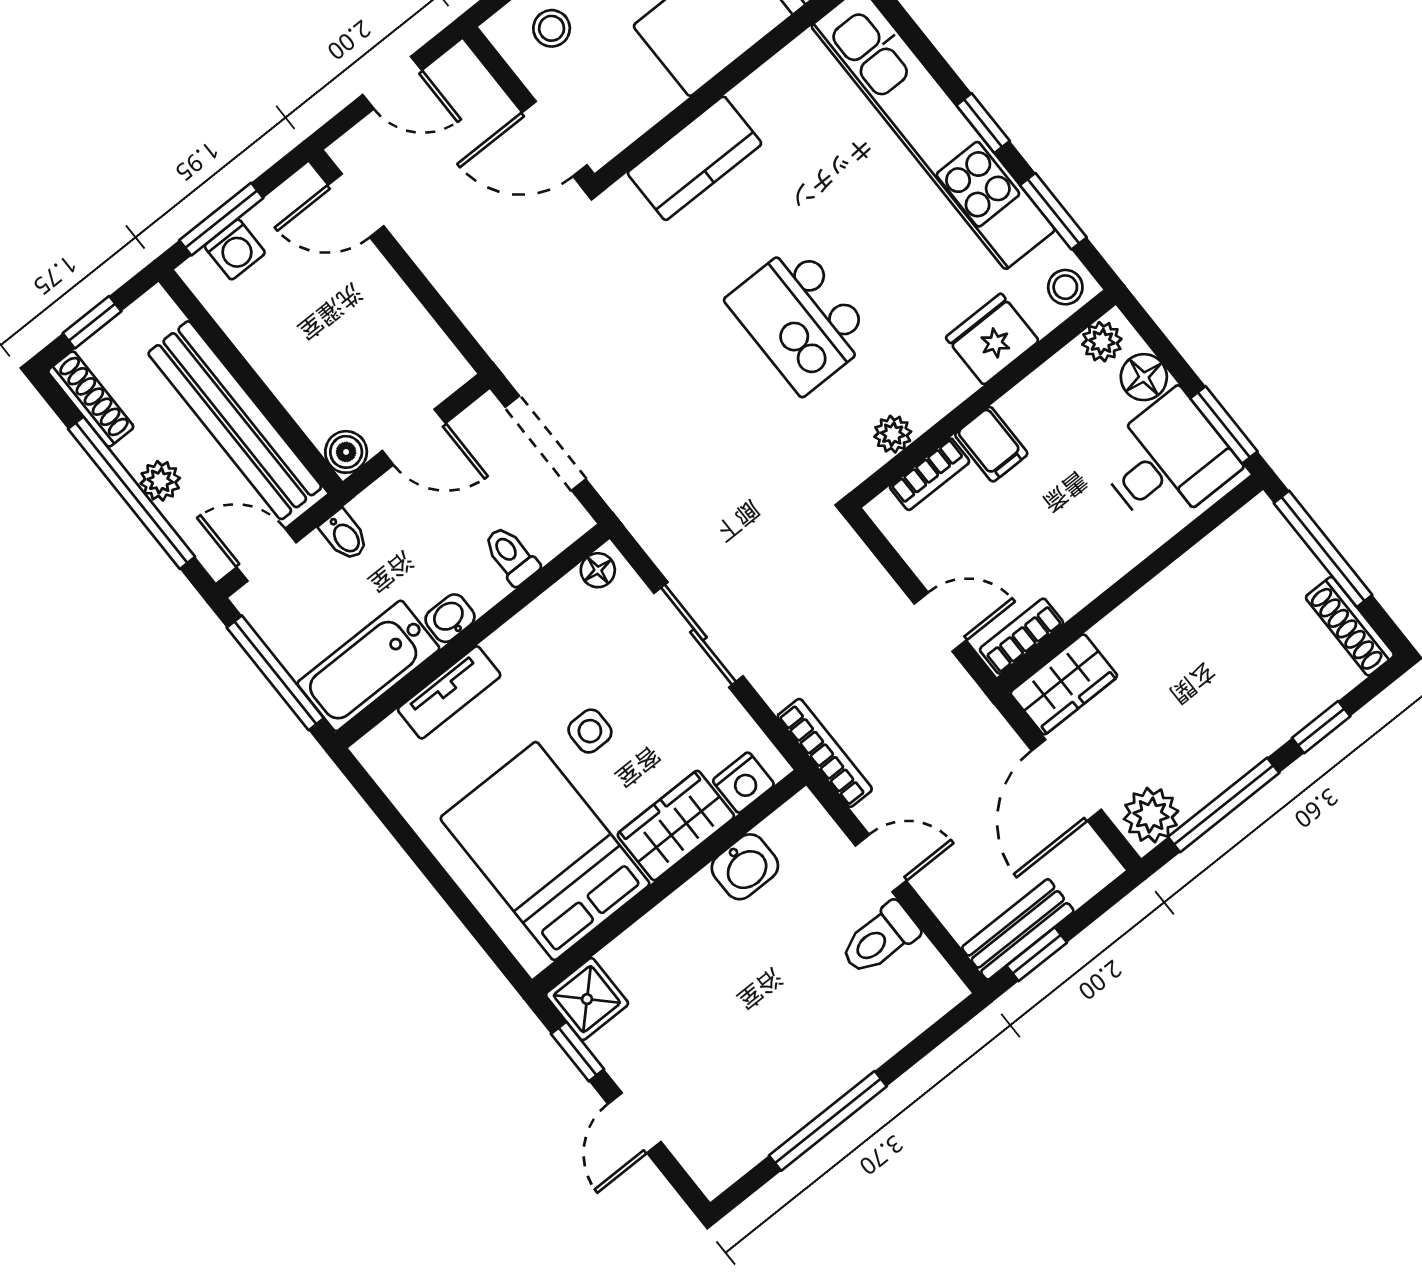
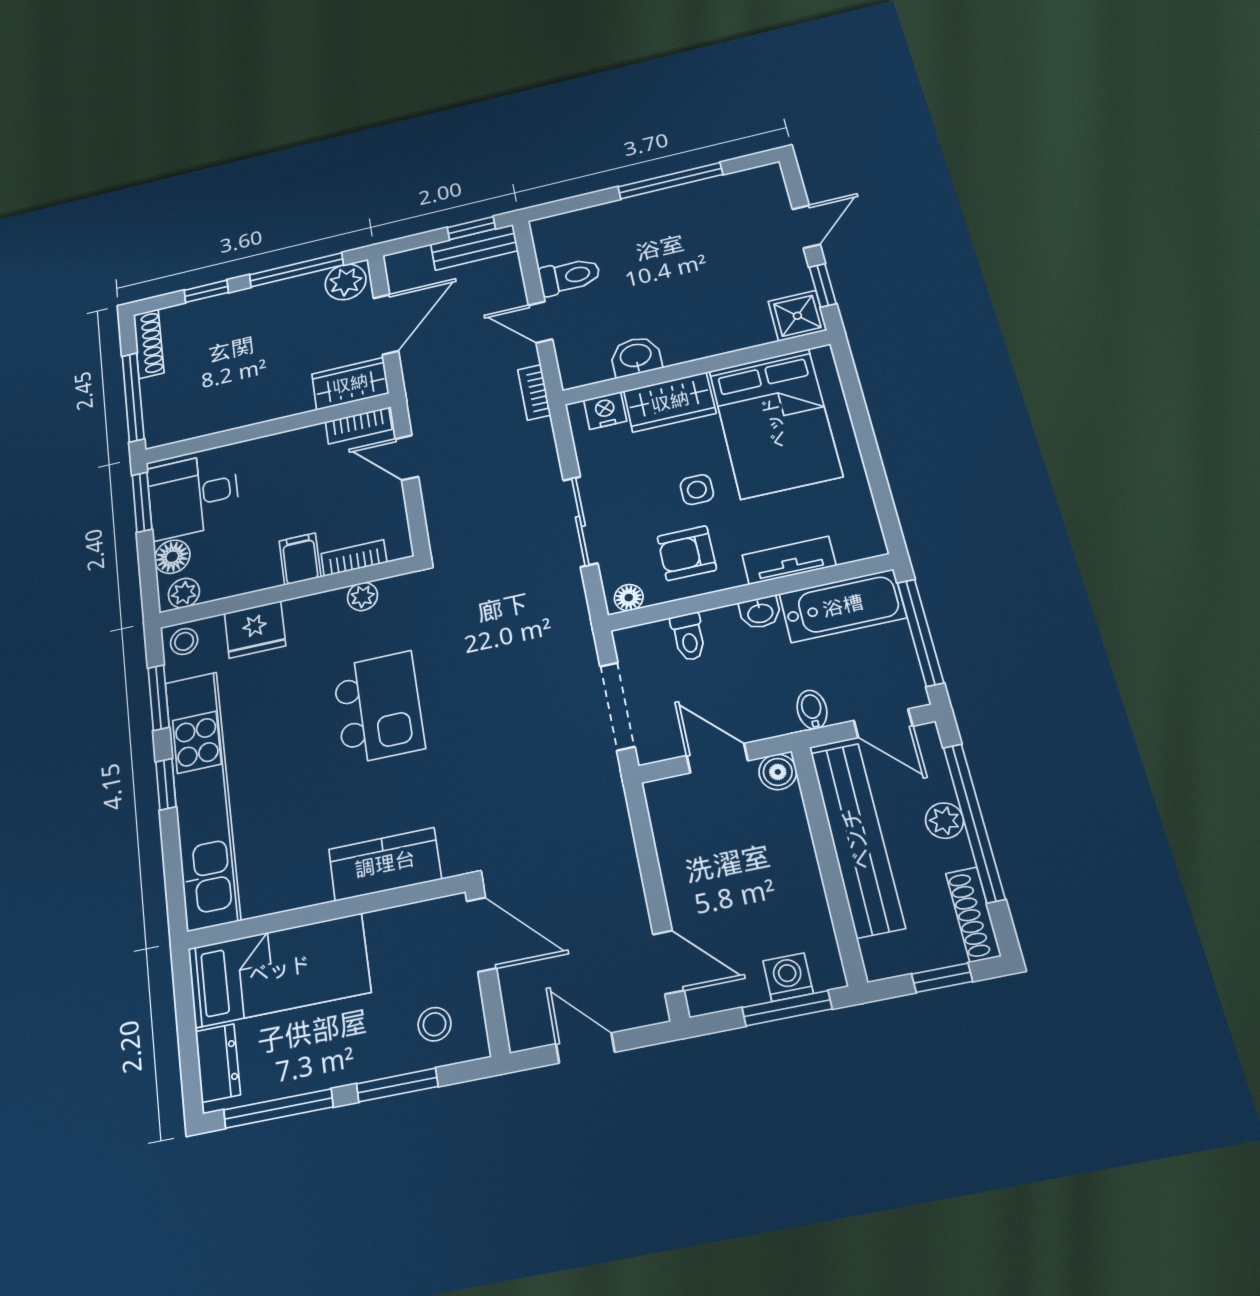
armchair: (562, 651) -> (687, 553), added
bookcase: (825, 753) -> (534, 392), width x0.64

